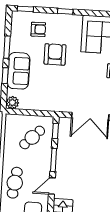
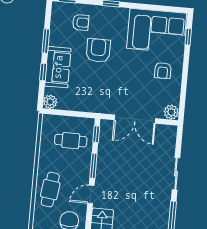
cafe table: (32, 137) -> (71, 141), turned 45

